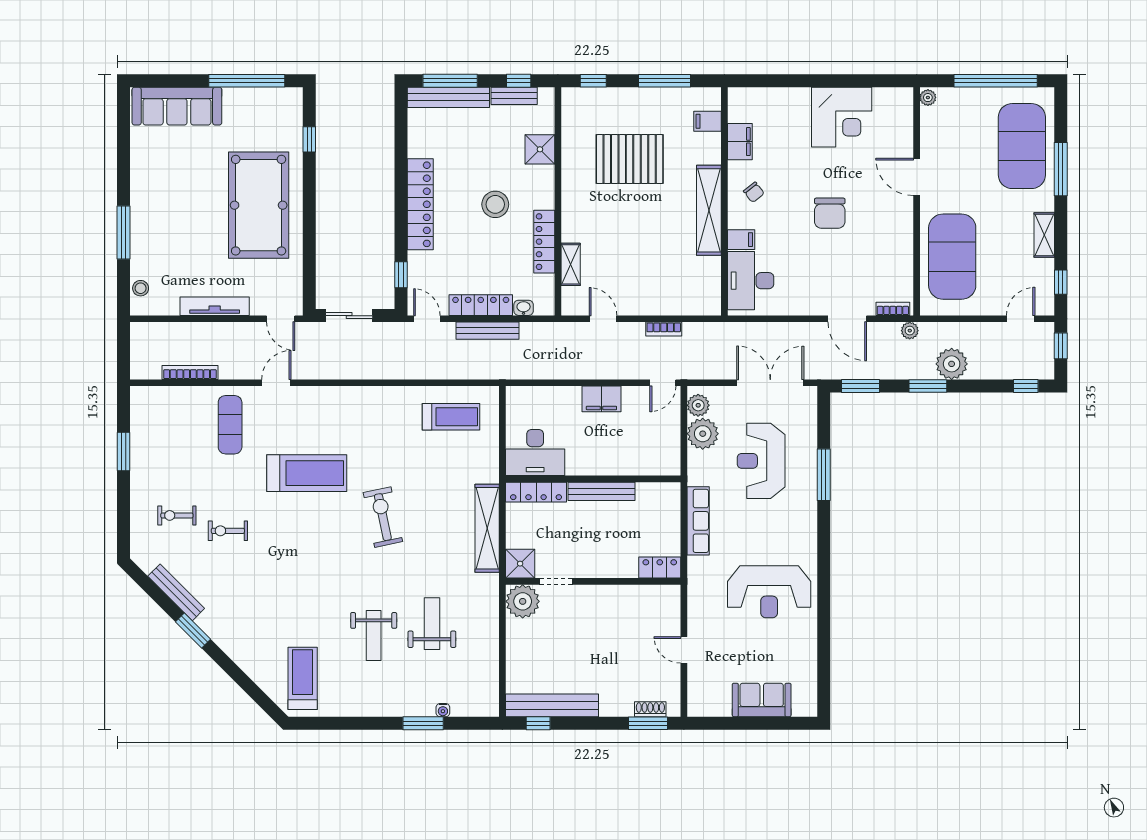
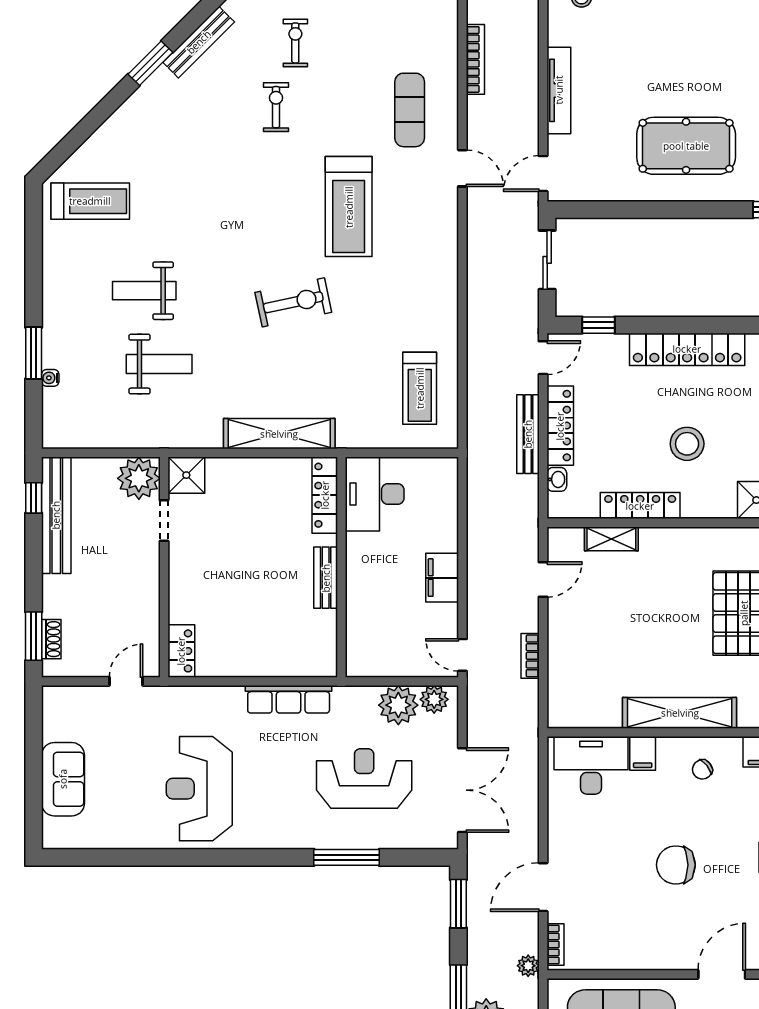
pool table: (259, 205) -> (686, 146), width x0.73, depth x0.76
exercise mat: (230, 425) -> (410, 110), turned 90
bench: (601, 491) -> (326, 578), width x0.73
shower: (520, 564) -> (186, 475), moved
locker: (660, 568) -> (181, 651), moved
doorway: (556, 581) -> (164, 521), moved
wall: (593, 581) -> (164, 567), moved
plant: (523, 601) -> (139, 478), moved

